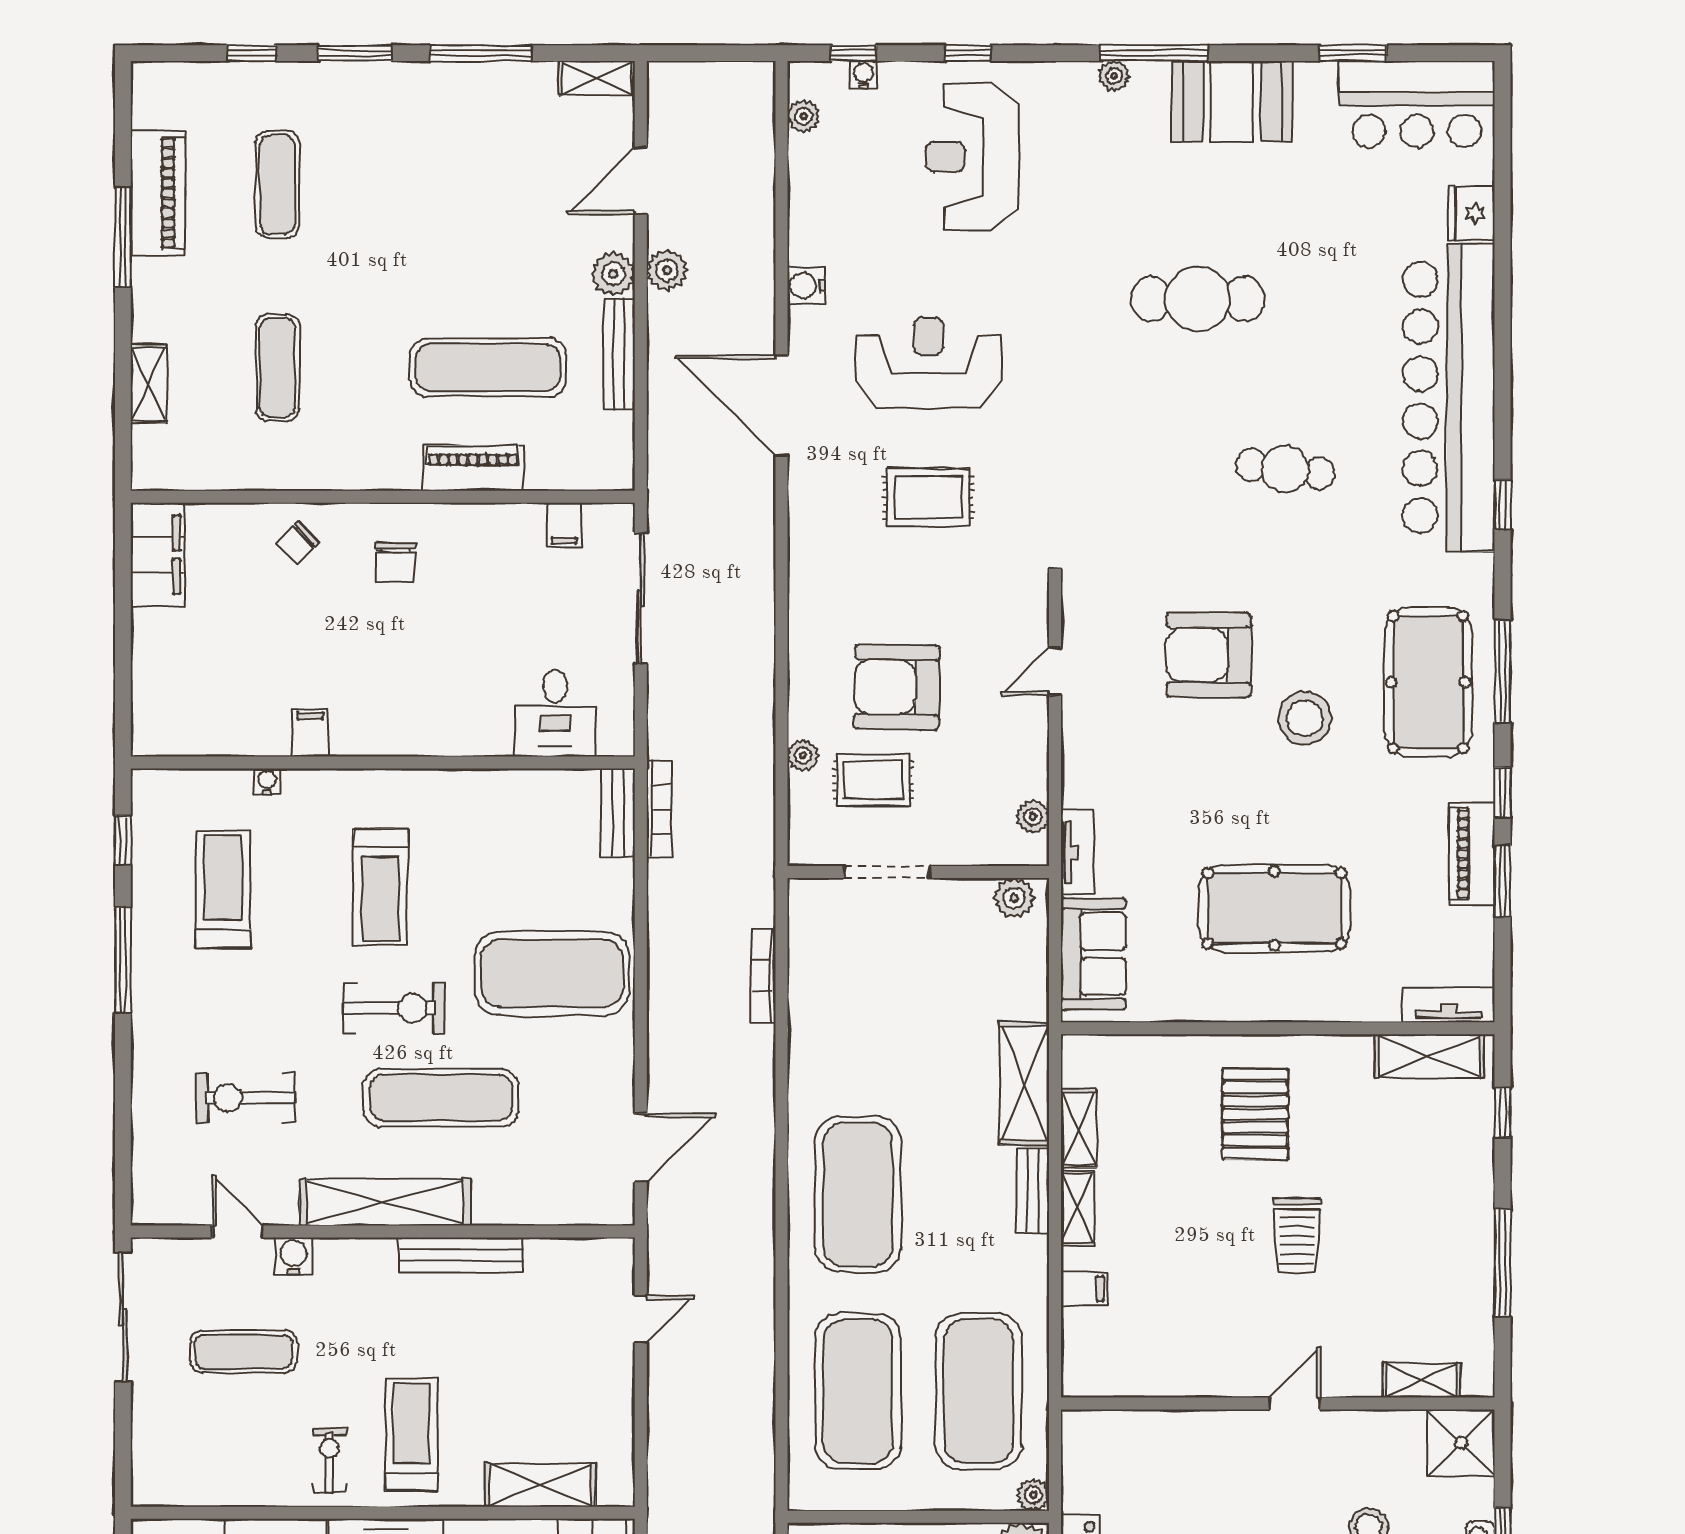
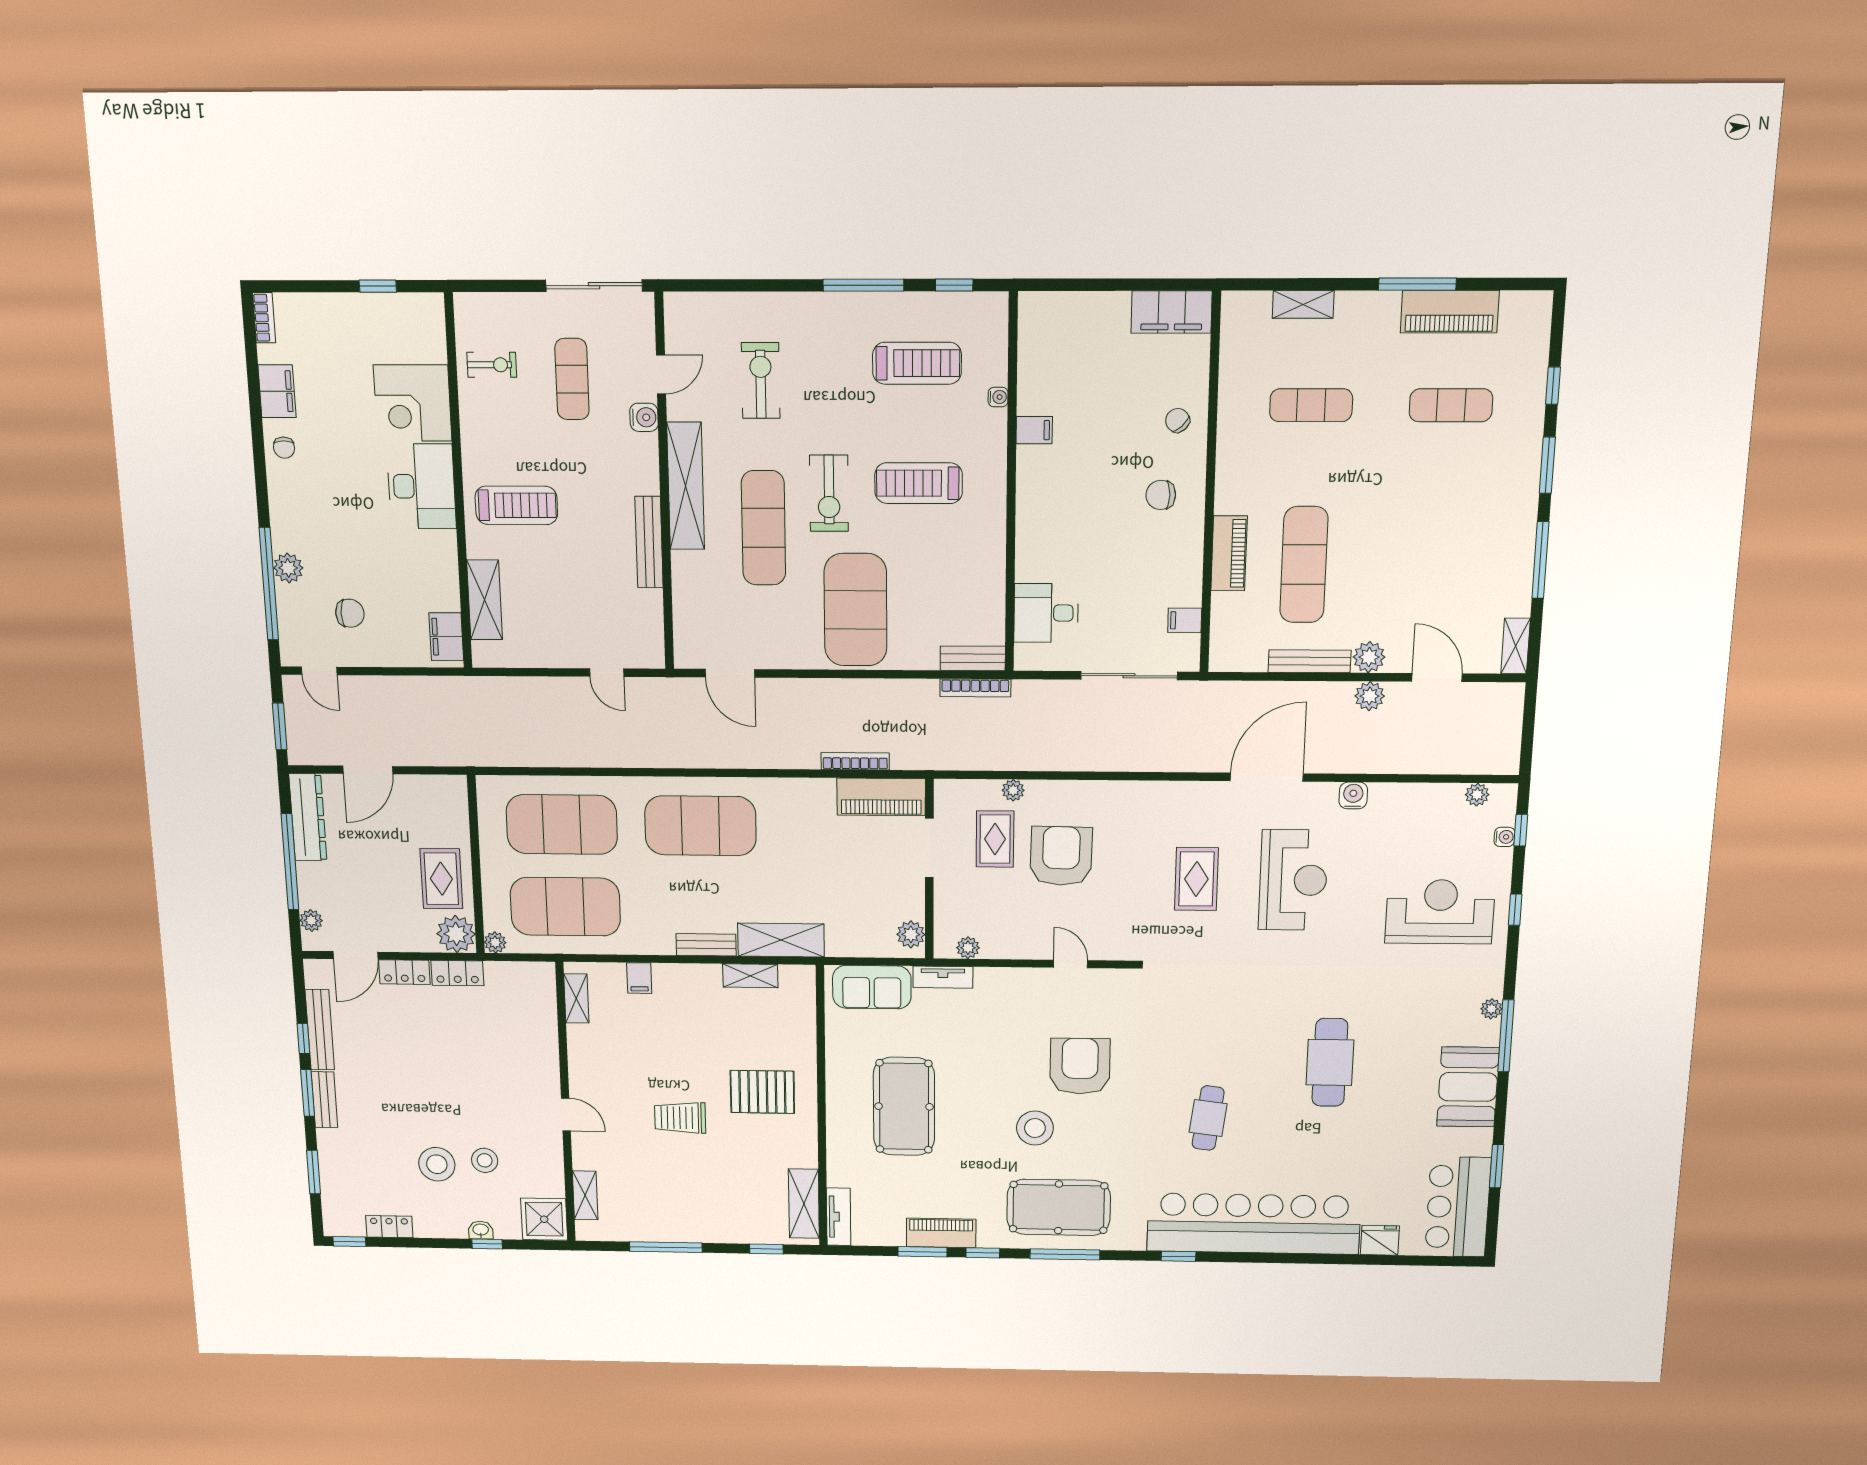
piano: (814, 939) -> (881, 797), added
shelving: (1078, 1208) -> (576, 998), moved, turned 90
exercise bike: (330, 1460) -> (492, 365), moved

